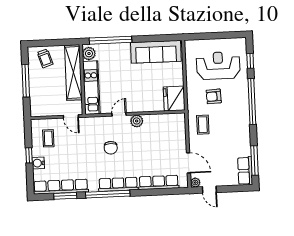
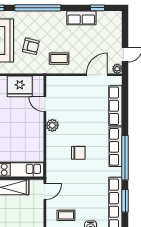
armchair: (214, 96) -> (31, 46), turned -74
fridge: (174, 99) -> (20, 86), moved
door: (119, 114) -> (45, 104), moved
window: (255, 160) -> (98, 8), width x0.46
row of seats: (245, 171) -> (81, 18), moved

